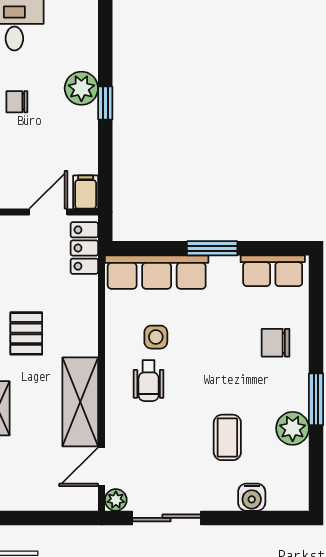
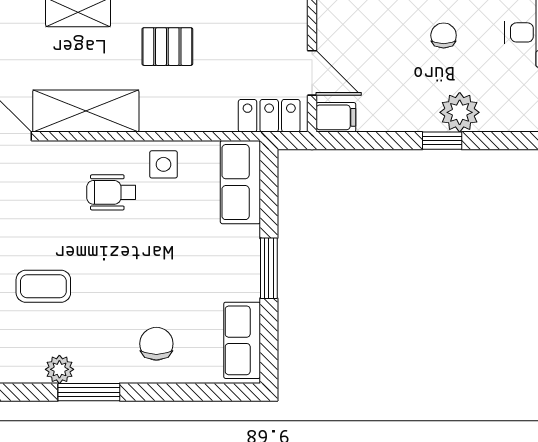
row of seats: (157, 272) -> (240, 182), width x0.68
side table: (156, 337) -> (163, 164), moved
plant: (293, 428) -> (59, 369), width x0.73, depth x0.73

